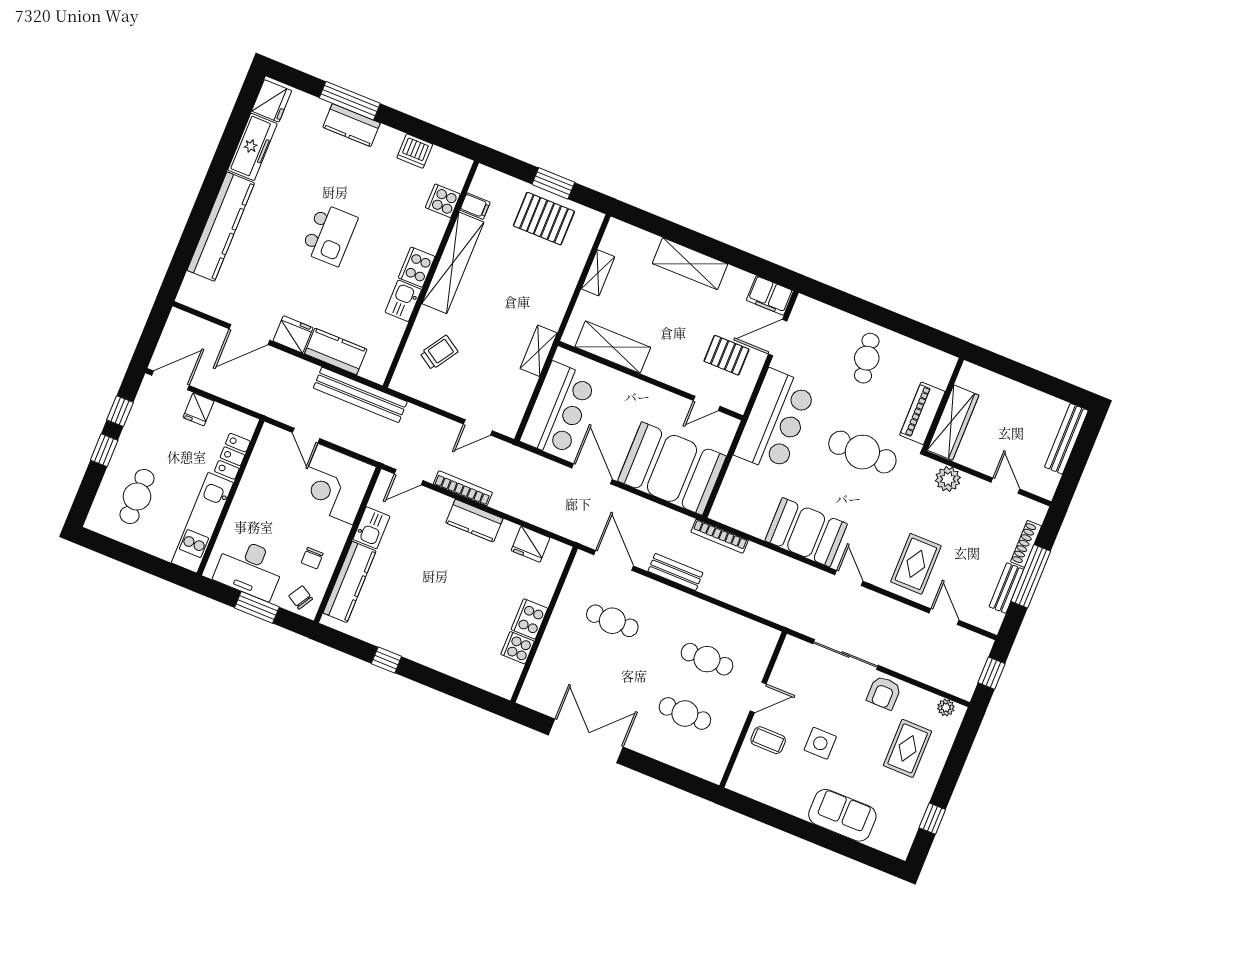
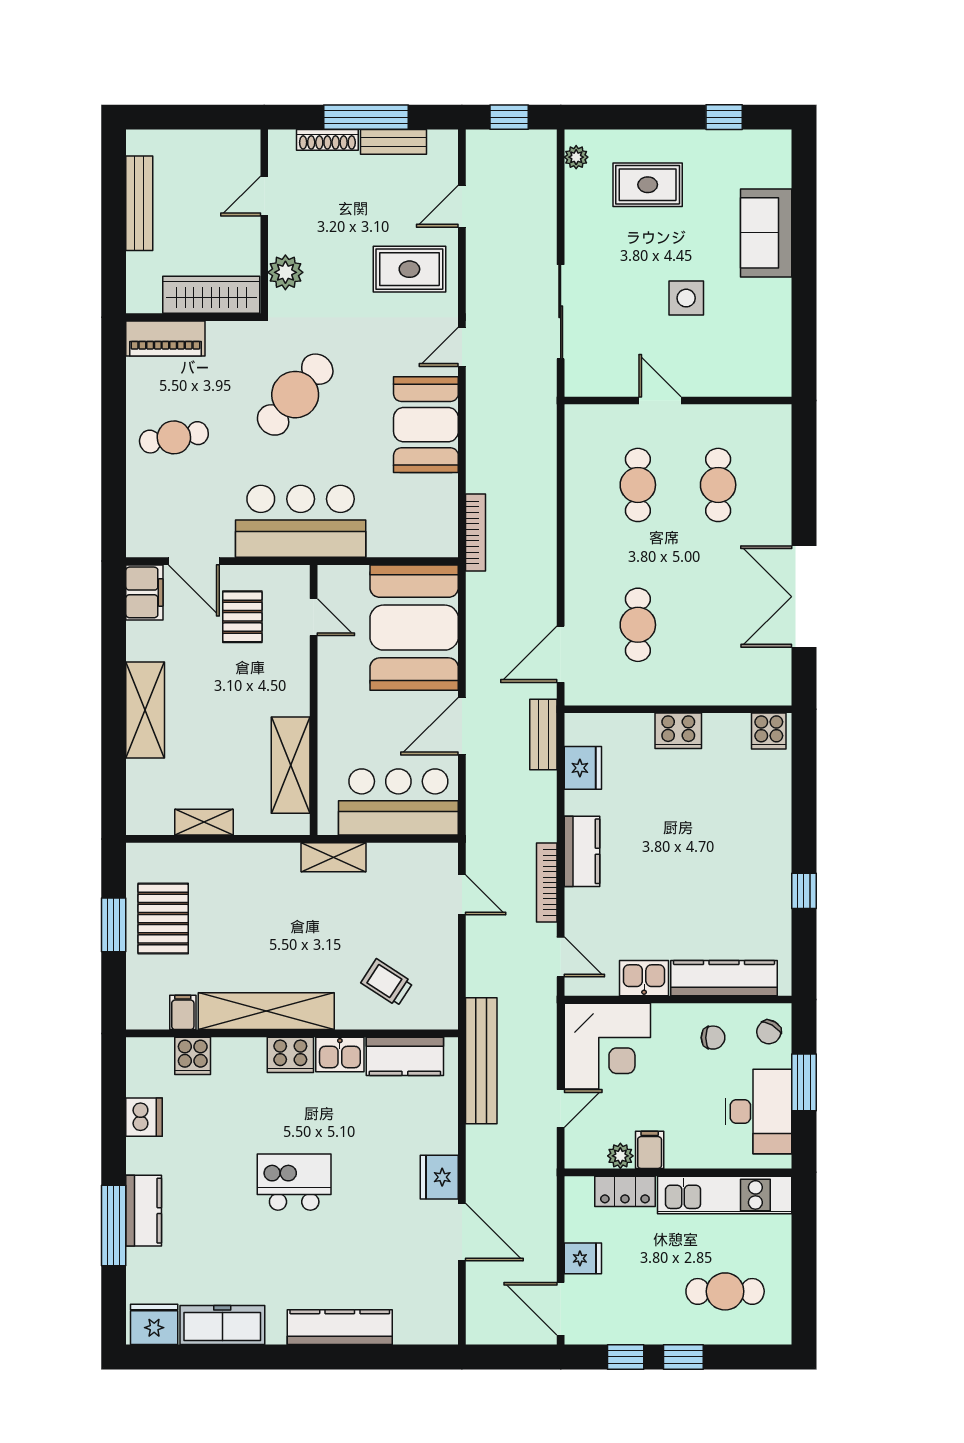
kitchen counter: (221, 227) -> (340, 1327), width x0.72, depth x0.86
kitchen counter: (336, 352) -> (405, 1056), moved, turned -90
piano: (922, 413) -> (165, 339), moved
bench: (1066, 439) -> (139, 203), moved, turned 90
cafe table: (862, 452) -> (295, 395), turned 41
plant: (258, 463) -> (620, 1156), added
filing cabinet: (254, 484) -> (650, 1150), added
bench: (675, 572) -> (543, 734), moved
cooker: (518, 648) -> (769, 731), moved
armchair: (884, 693) -> (589, 243), removed
coffee table: (768, 740) -> (709, 366), removed

